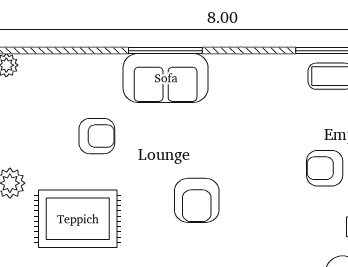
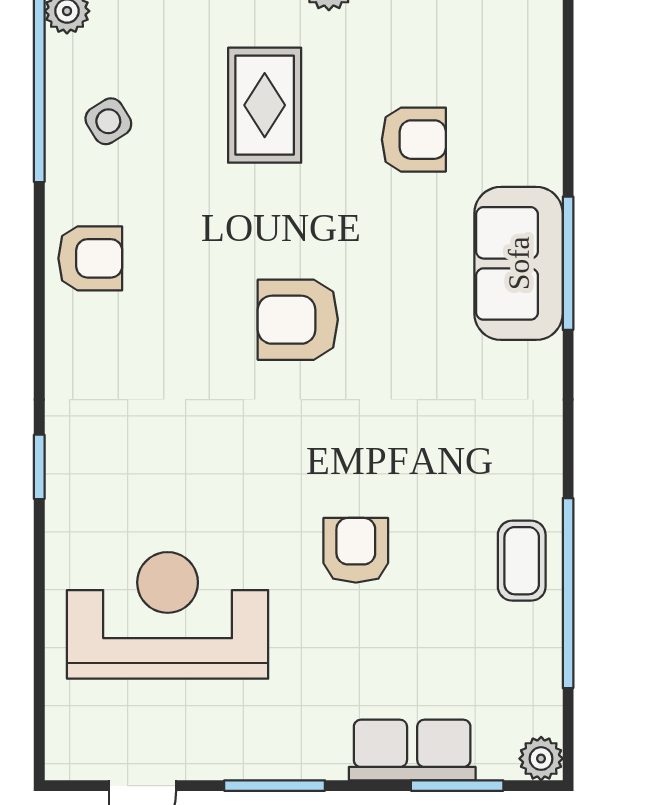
armchair: (97, 136) -> (414, 140), turned -90
rug: (78, 219) -> (265, 105), width x0.73, depth x0.70

